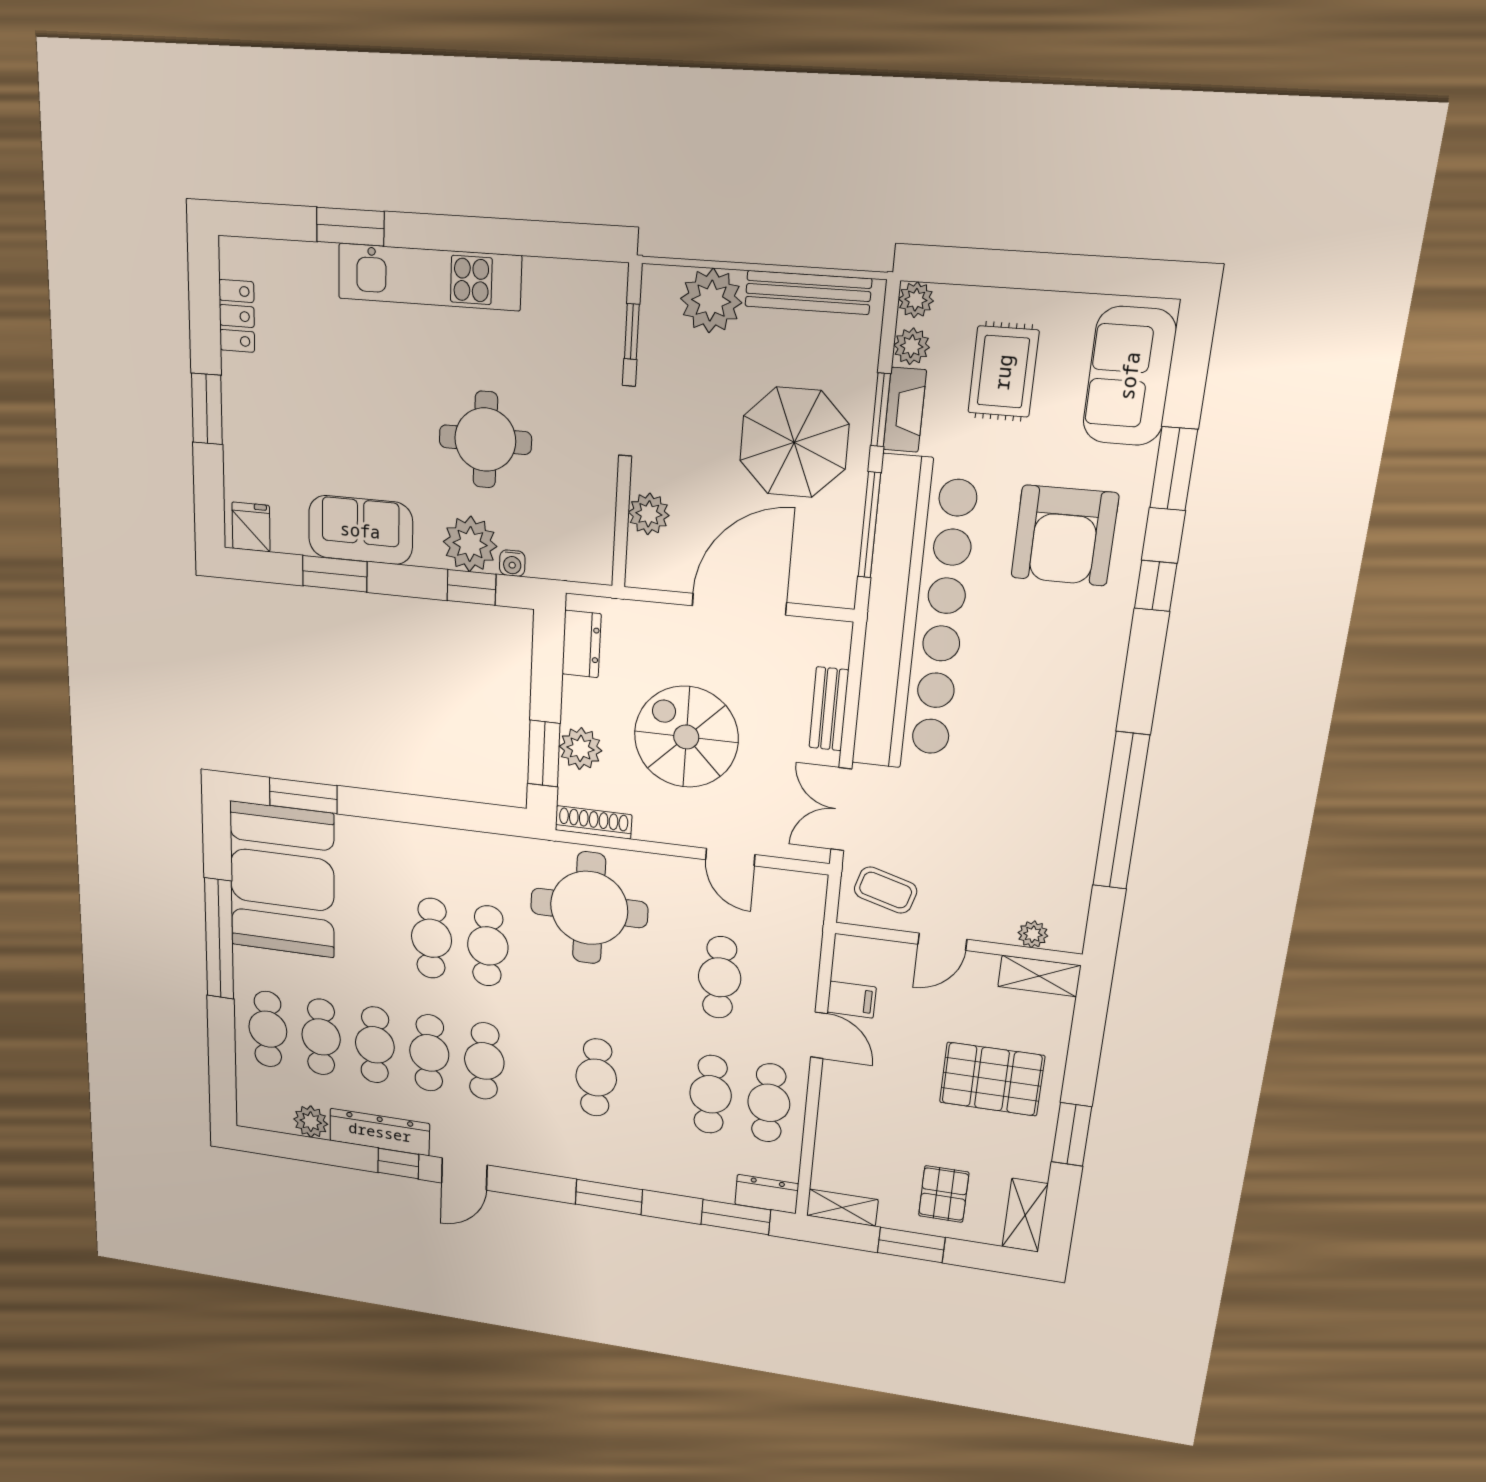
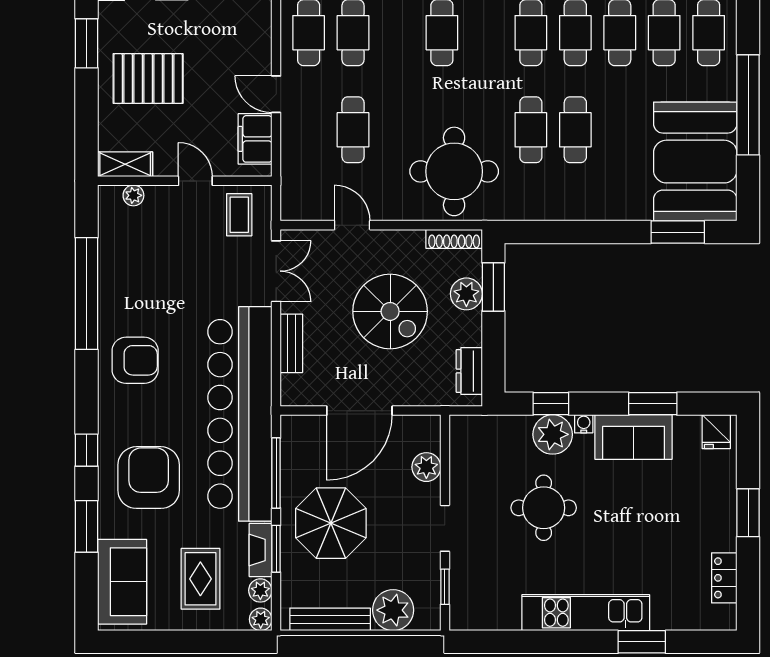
water cooler: (512, 563) -> (584, 424), moved
armchair: (1062, 710) -> (135, 360), added
coffee table: (886, 890) -> (239, 215), turned 74
door: (942, 942) -> (195, 181), hinge flipped
filing cabinet: (852, 1000) -> (255, 139), width x2.00

